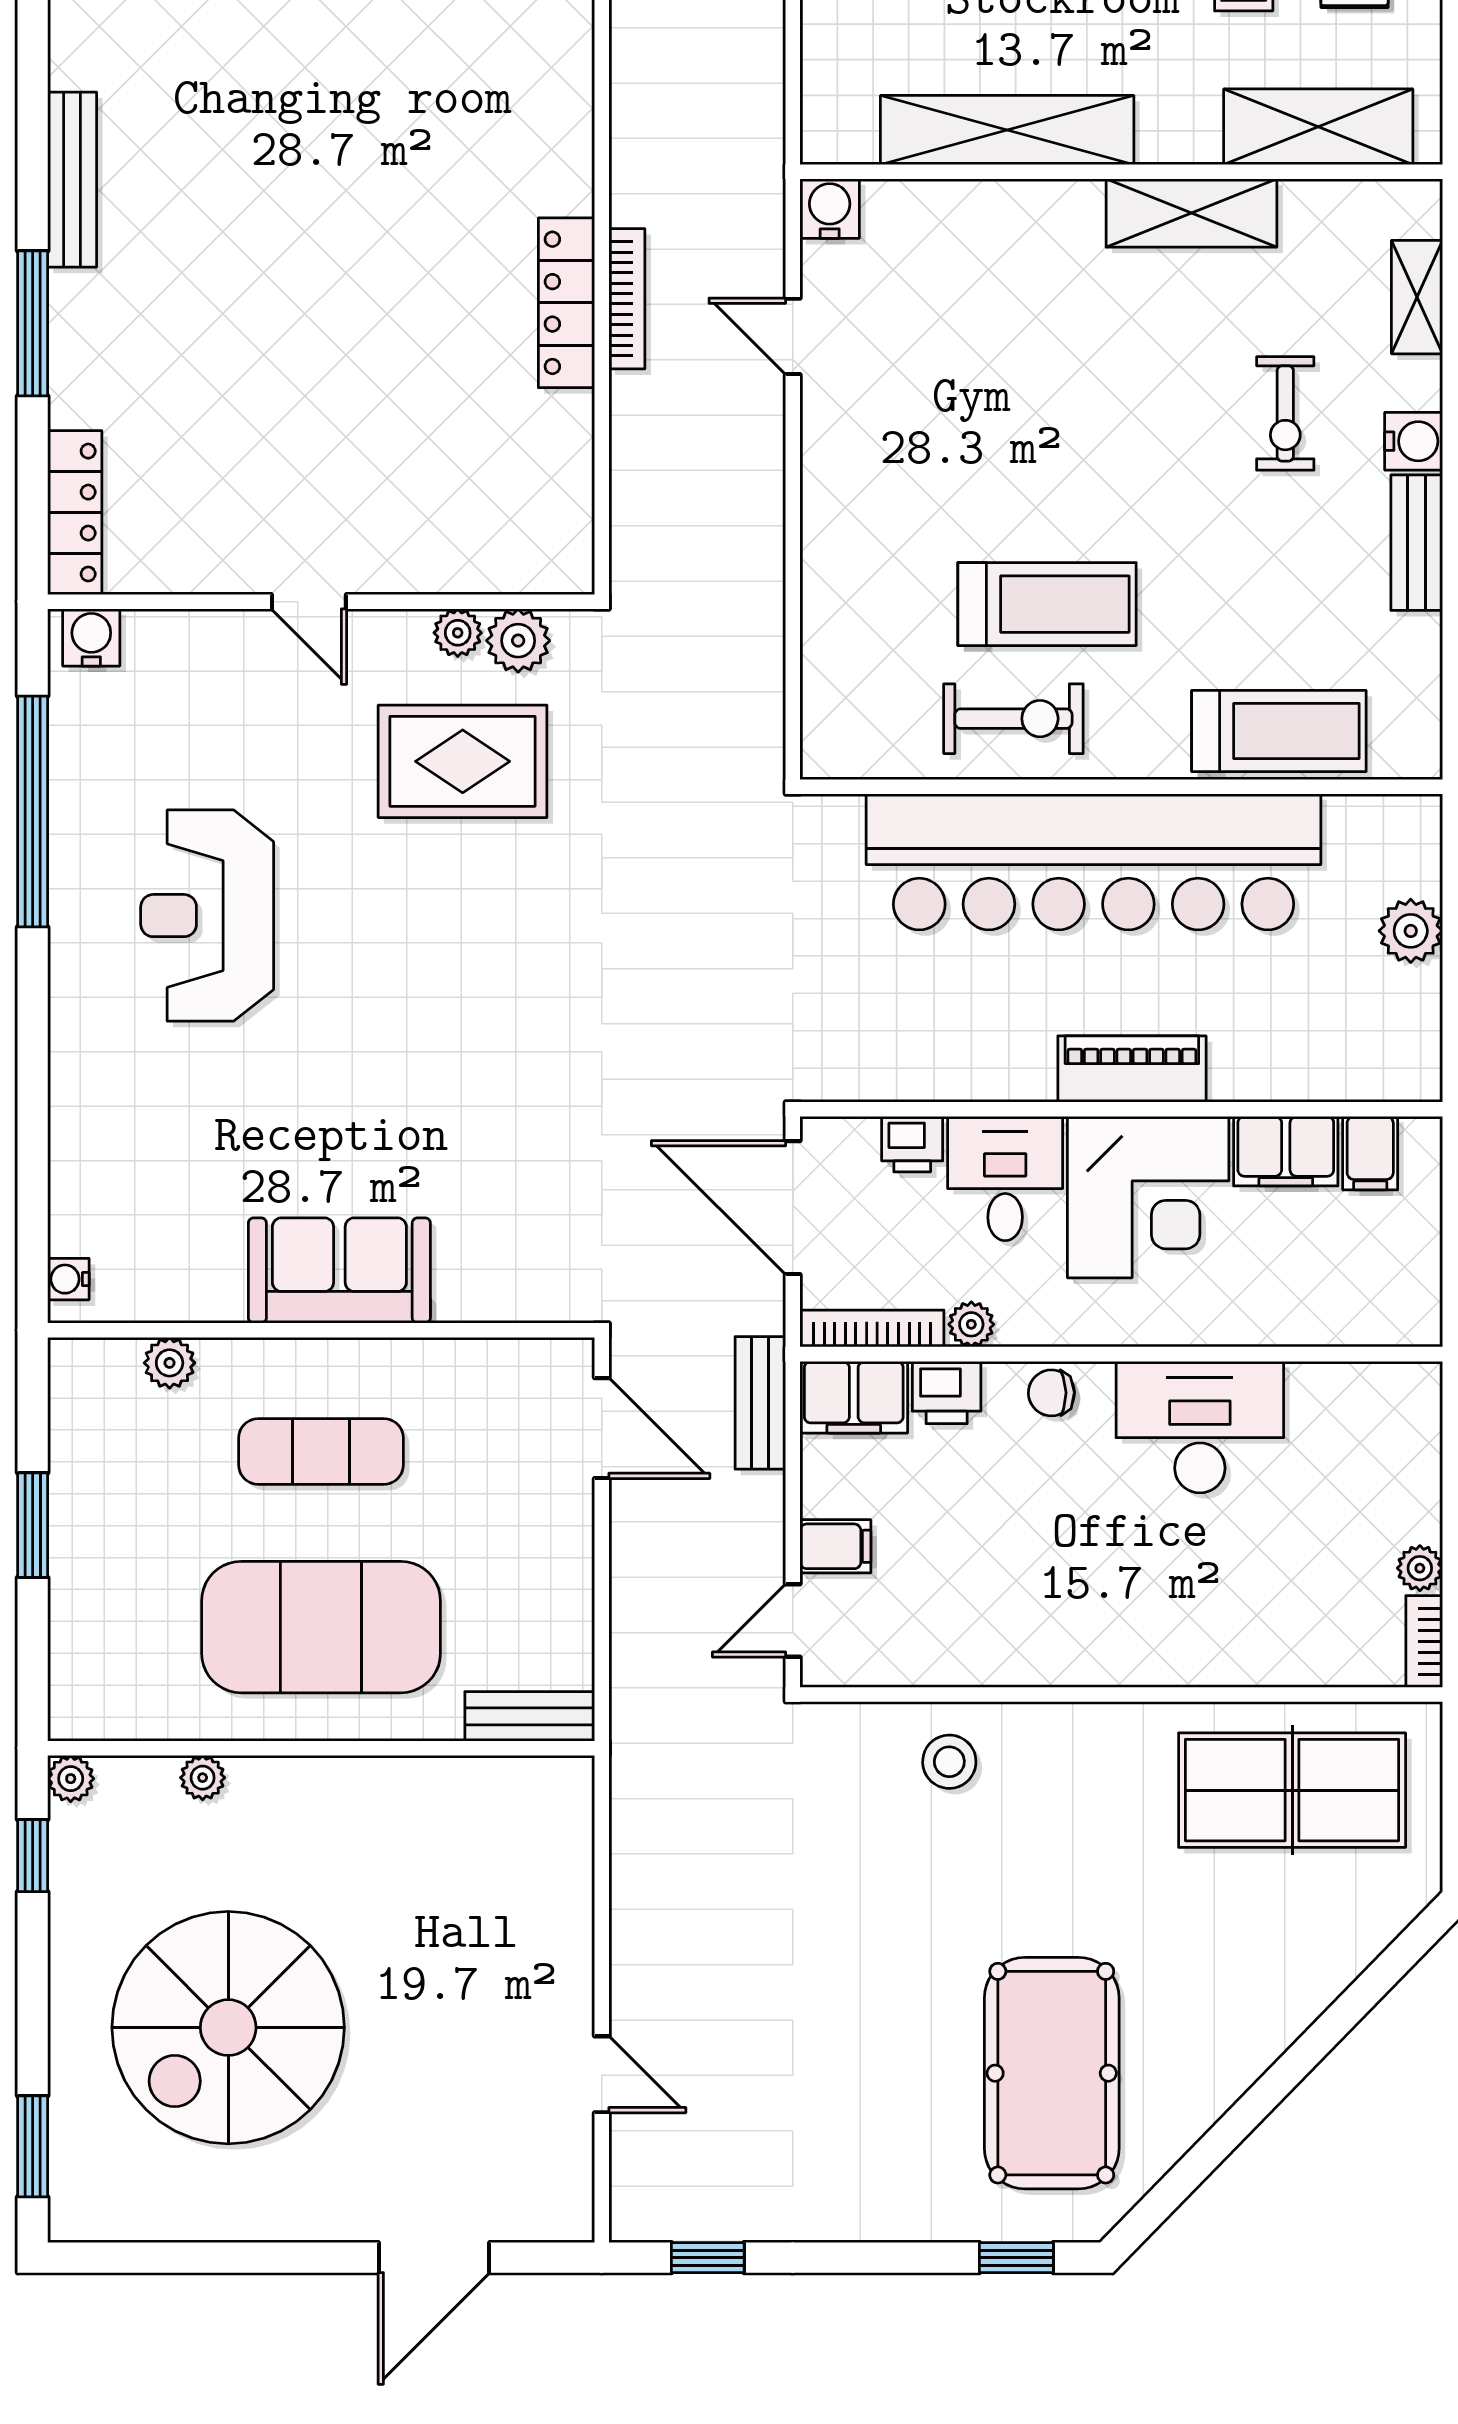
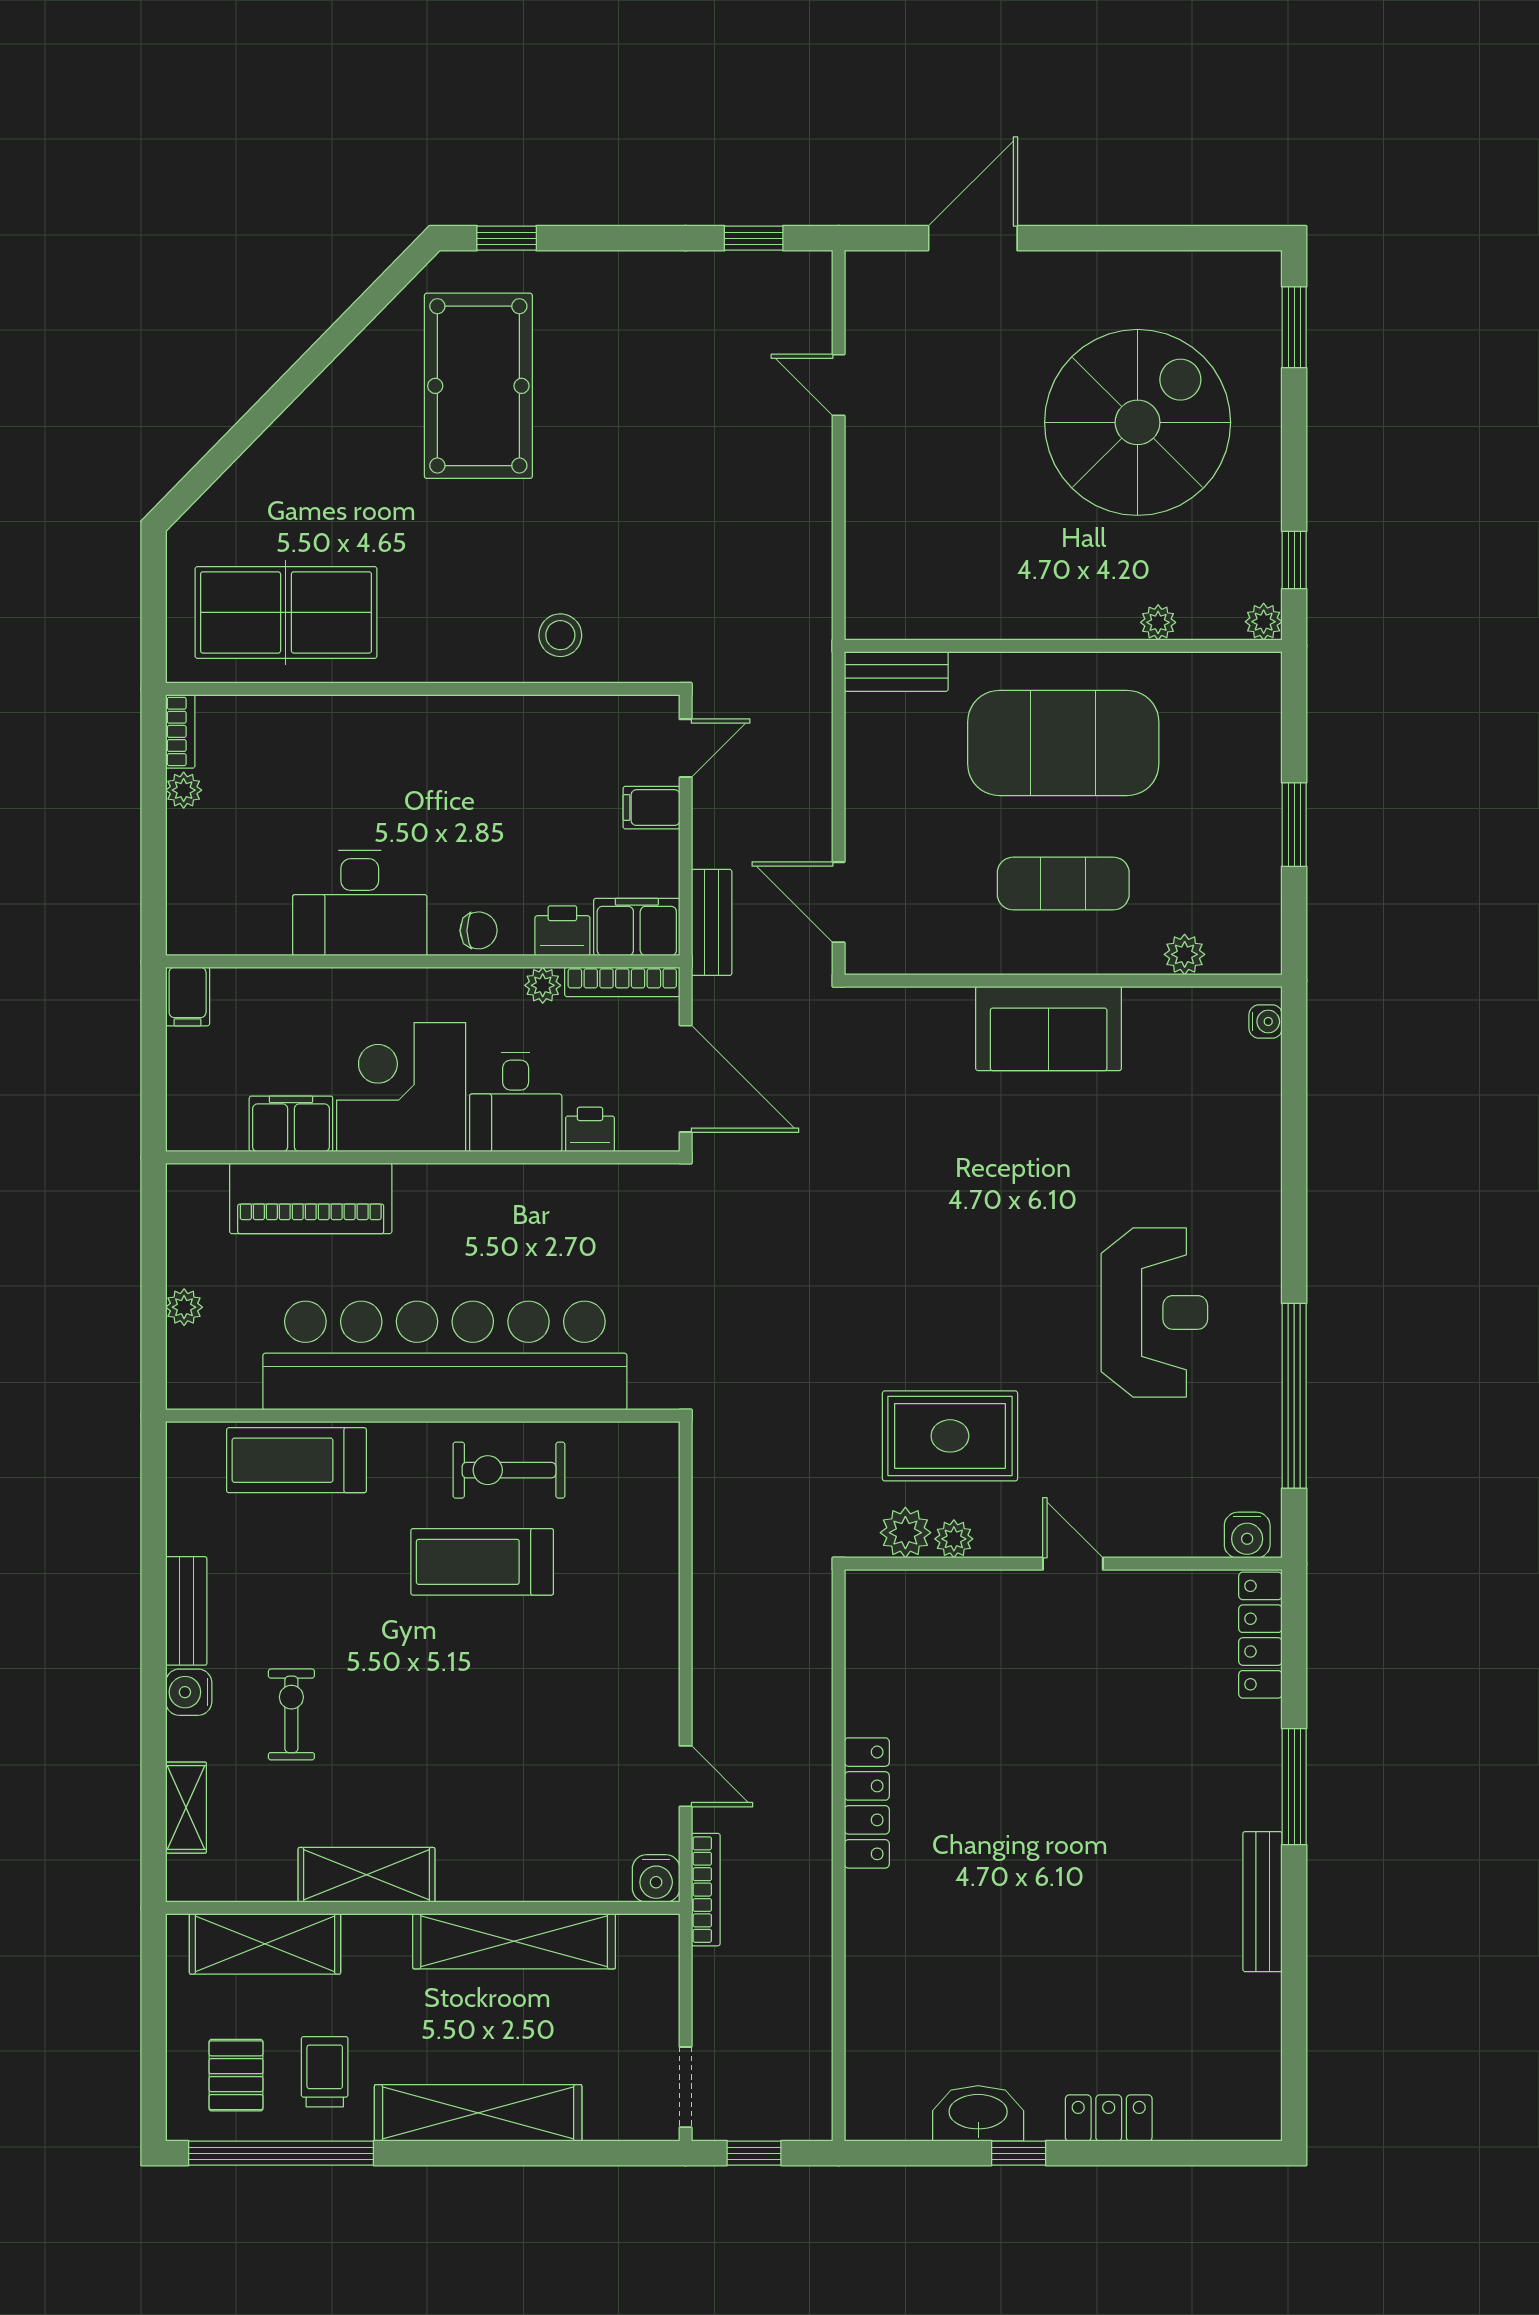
bookcase: (627, 299) -> (706, 1890), moved, turned 180
plant: (1411, 931) -> (184, 1307), width x0.73, depth x0.73
piano: (1132, 1069) -> (311, 1198), moved, width x1.37, depth x1.33
filing cabinet: (1370, 1153) -> (188, 997), moved, turned 180

